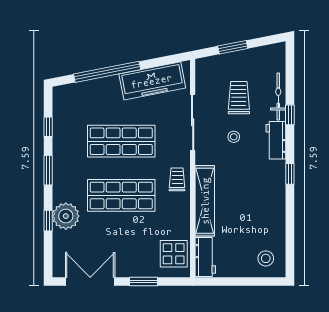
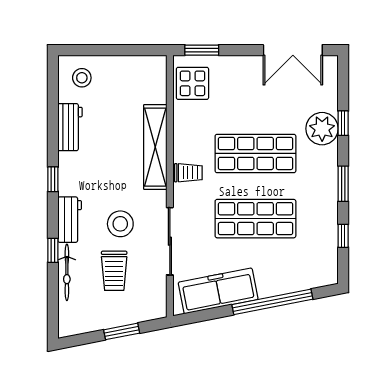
stool: (234, 137) -> (120, 224), width x1.89, depth x1.89
trolley: (177, 179) -> (188, 173), turned -90
workbench: (205, 257) -> (70, 127), moved, turned 180
window: (143, 281) -> (202, 50), moved

